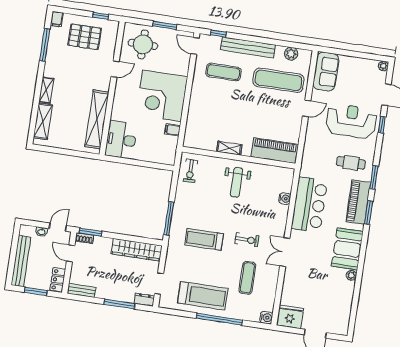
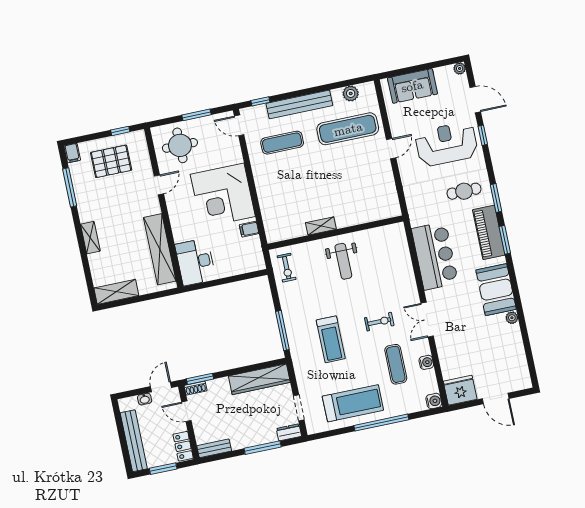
sofa: (326, 72) -> (412, 86), moved, turned 90
shelving: (43, 121) -> (116, 292), moved, turned 90
piano: (275, 151) -> (373, 210), removed
water cooler: (285, 199) -> (426, 362), moved
treadmill: (204, 239) -> (331, 339), turned -90

